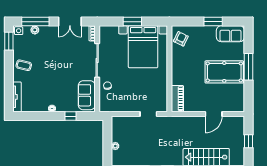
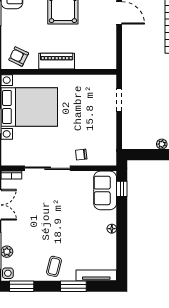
window: (9, 80) -> (73, 286), added
sofa: (87, 95) -> (105, 190), moved, turned 90
piano: (177, 99) -> (57, 61), moved
window: (70, 116) -> (122, 189), moved

